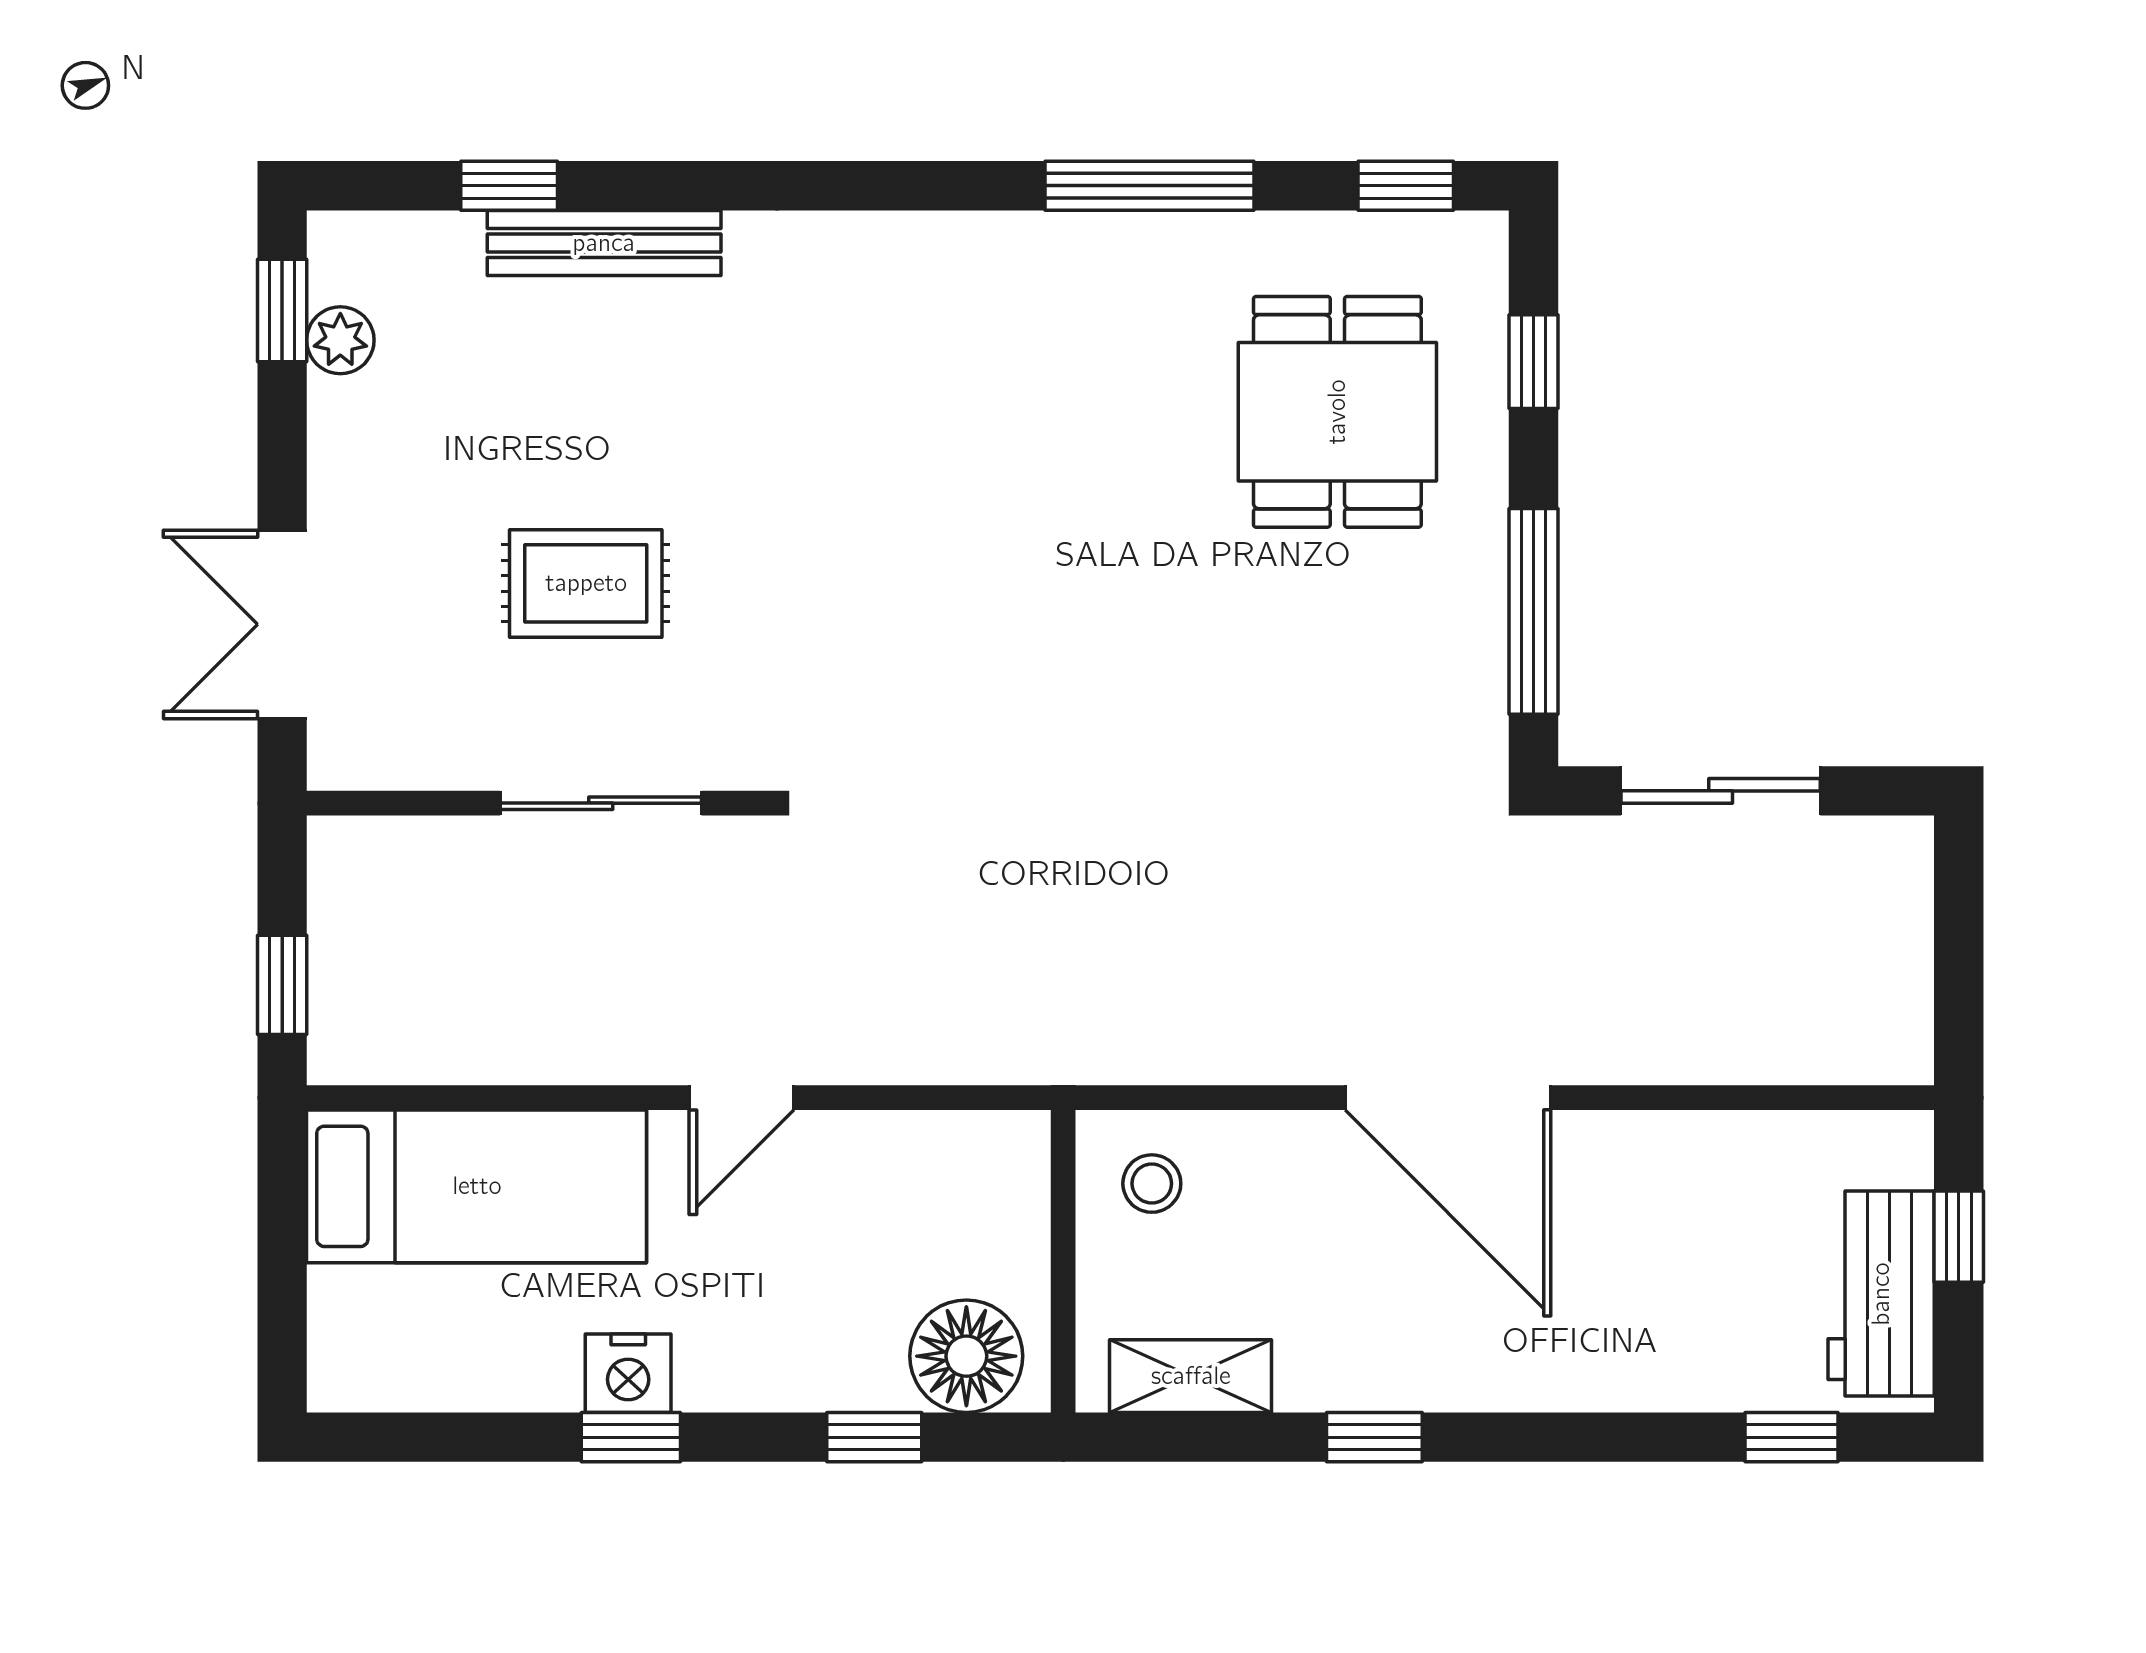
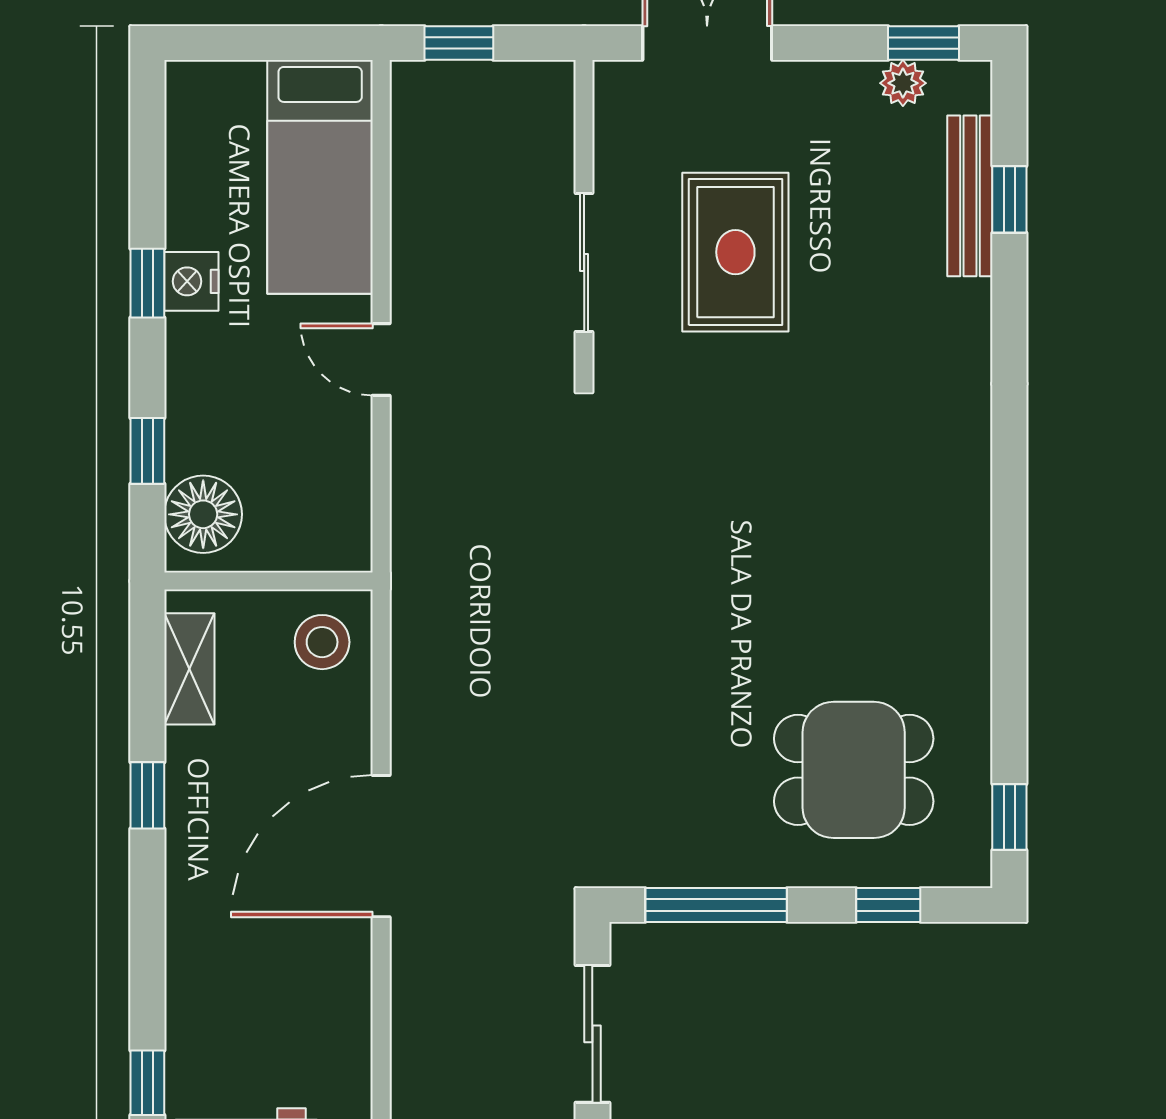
window: (1149, 186) -> (1009, 640), removed
bench: (604, 243) -> (970, 196), moved
rug: (586, 583) -> (735, 252), width x1.36, depth x1.43
stool: (1152, 1184) -> (322, 642), width x1.37, depth x1.37

